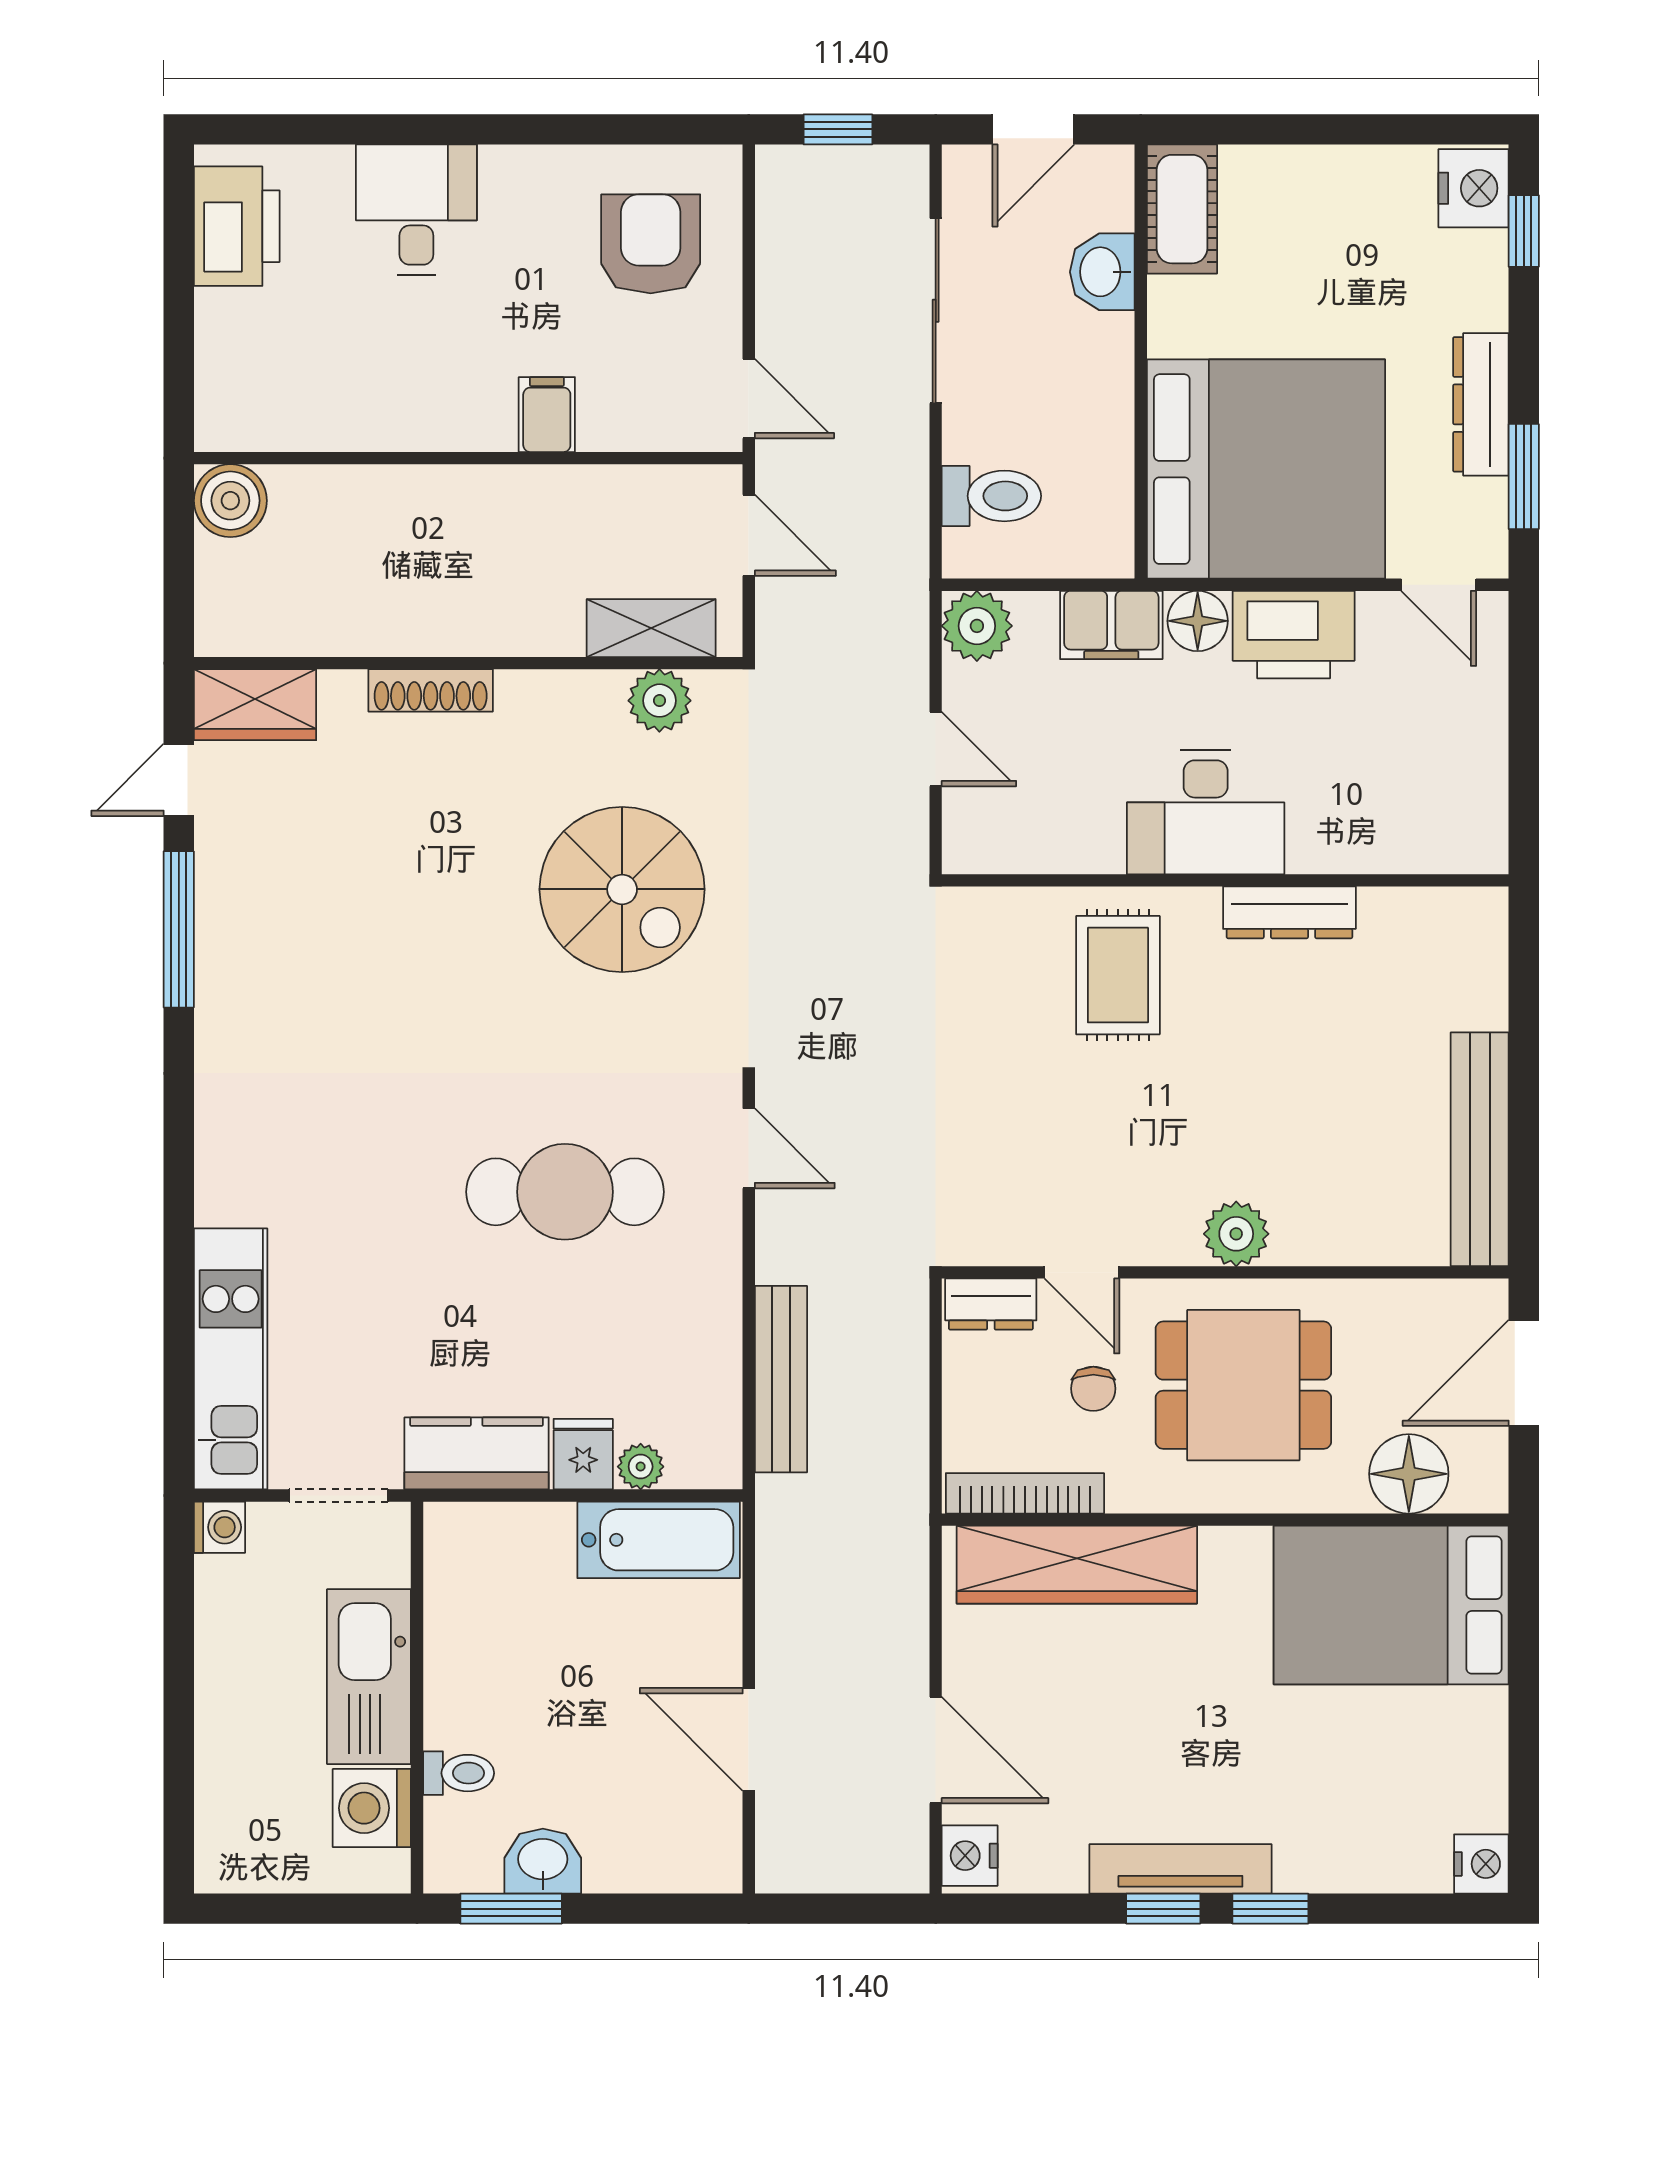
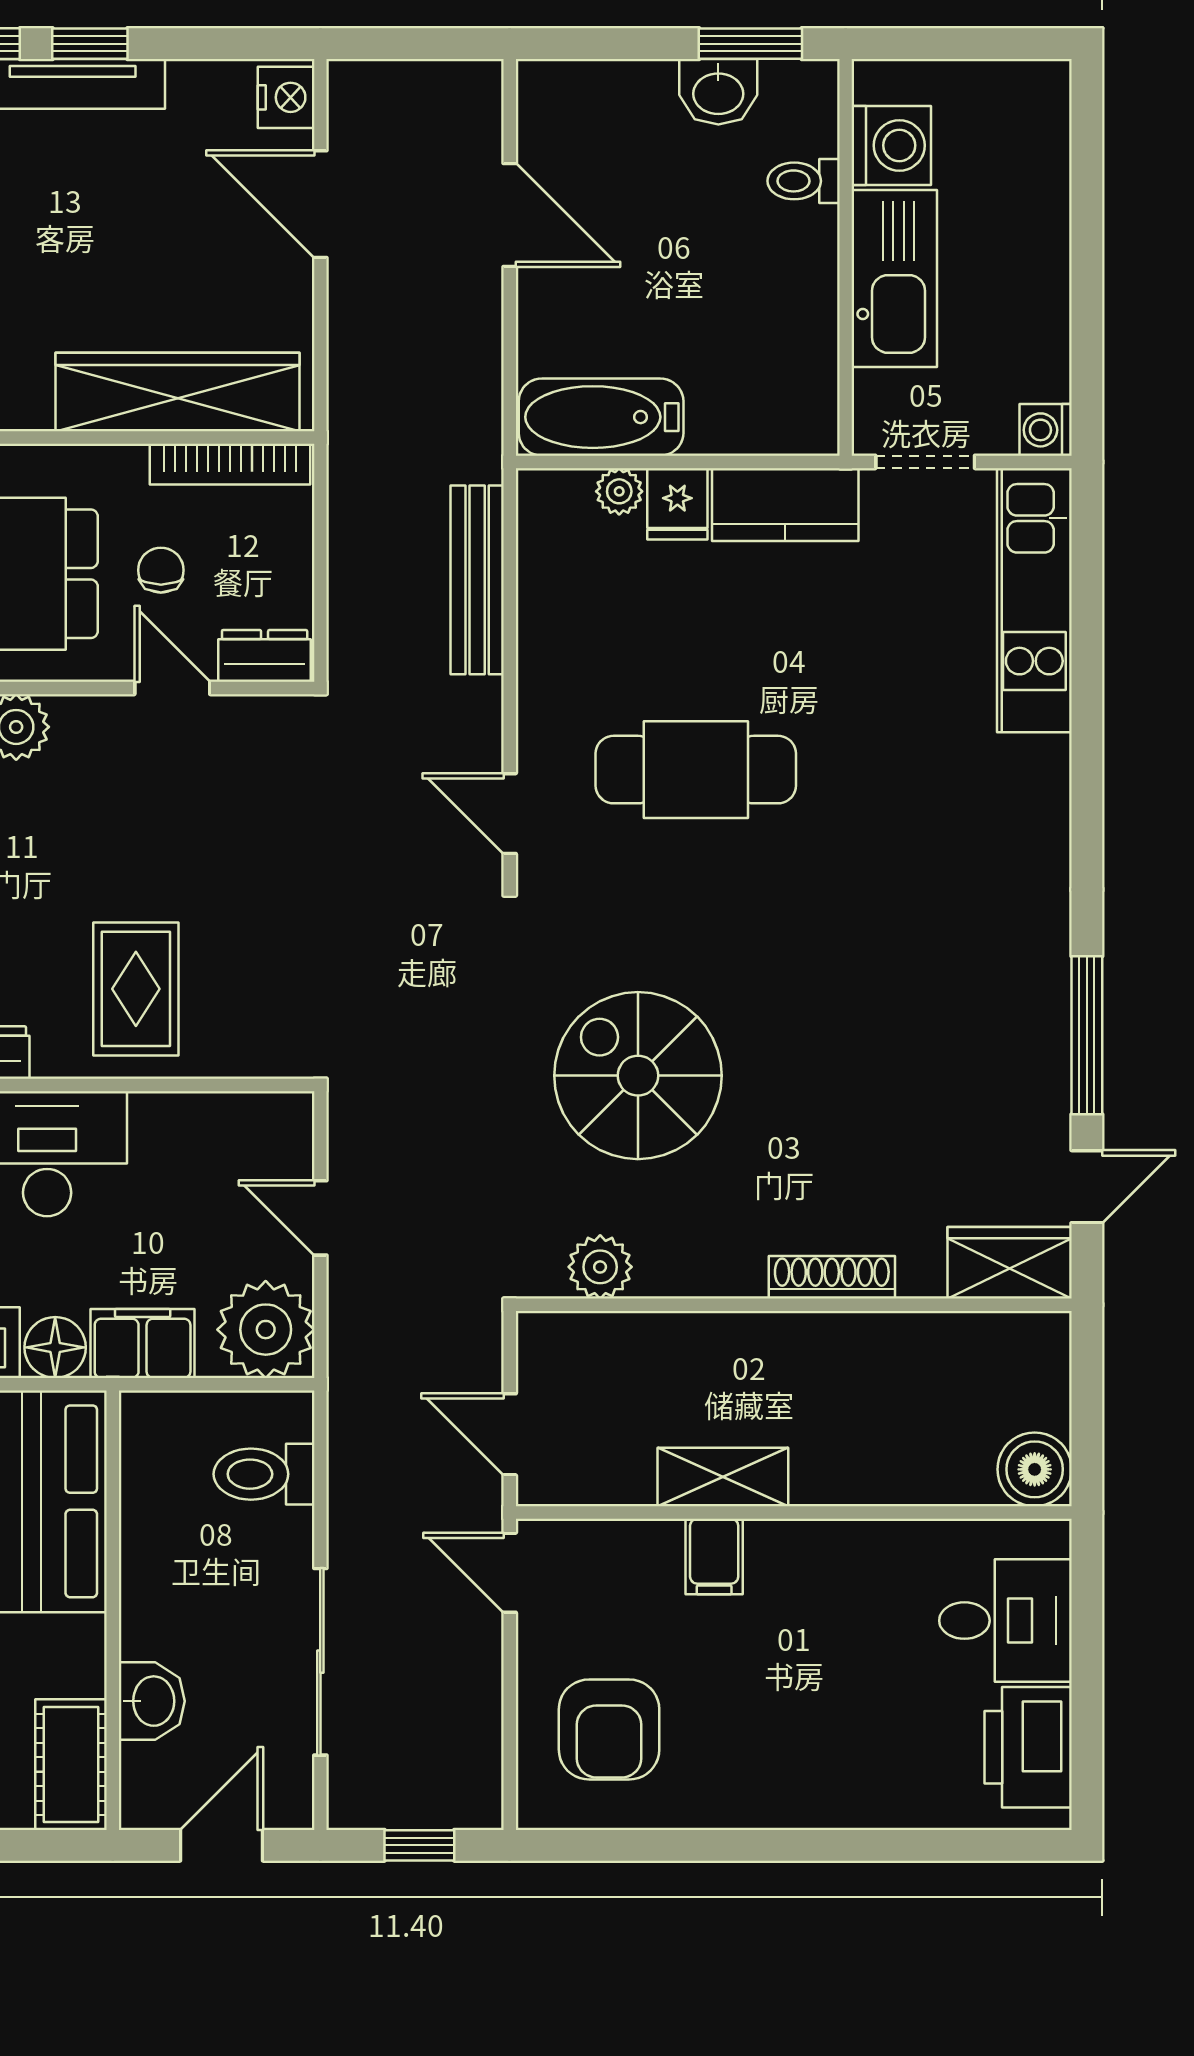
desk: (416, 210) -> (1005, 1621), moved, turned -90
plant: (977, 626) -> (266, 1330), width x1.36, depth x1.36
shelving: (651, 628) -> (723, 1477), moved

